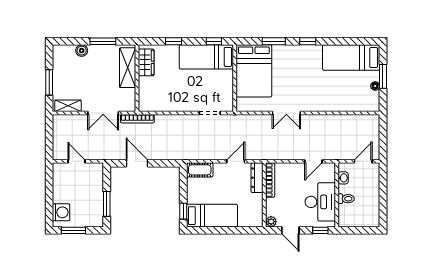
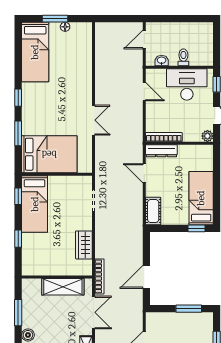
wardrobe: (146, 62) -> (84, 245), moved, turned -90
shelving: (128, 68) -> (63, 287), moved
door: (363, 161) -> (144, 39), hinge flipped

